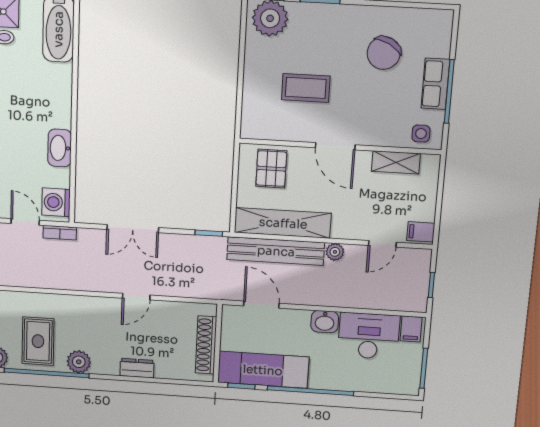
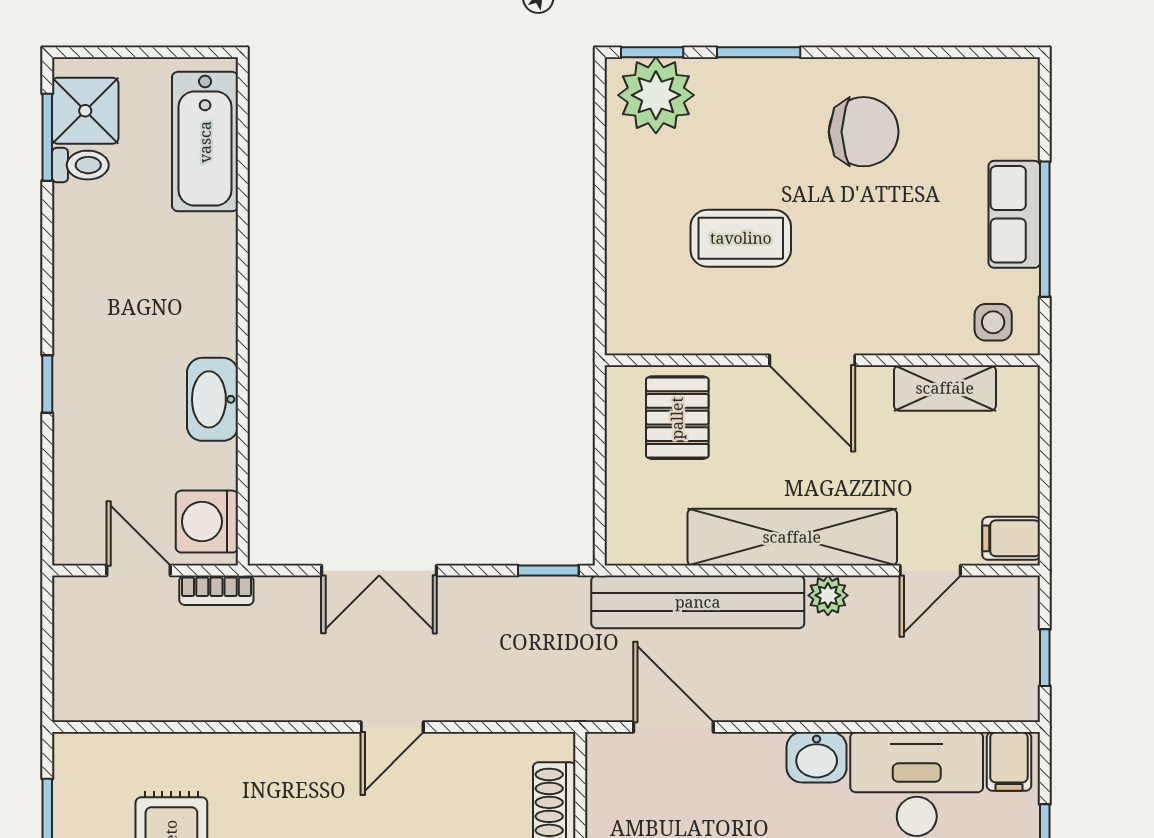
chair: (384, 53) -> (864, 132), moved, turned -118
shelving: (283, 223) -> (792, 537), moved

